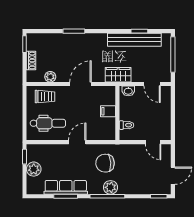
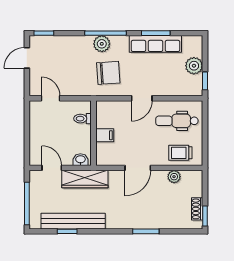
shoe rack: (31, 61) -> (197, 209), moved
wardrobe: (118, 75) -> (85, 179), width x1.50

